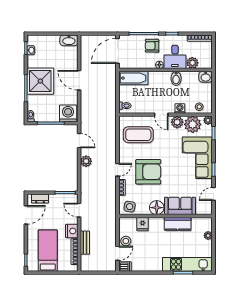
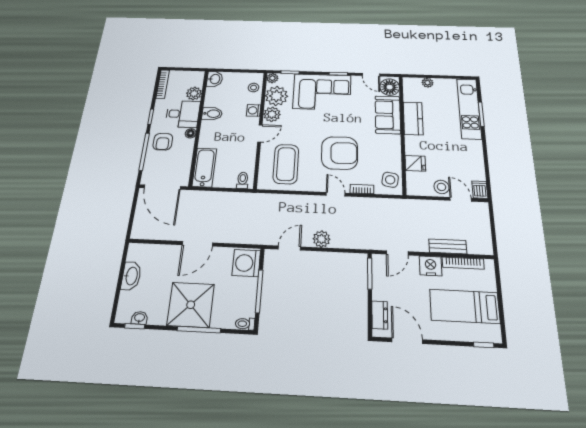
washbasin: (69, 40) -> (131, 276), moved
armchair: (148, 172) -> (340, 153), turned 89
floor lamp: (157, 208) -> (390, 87), moved

